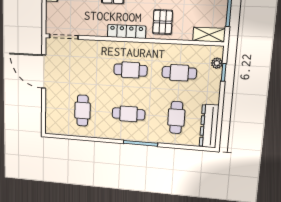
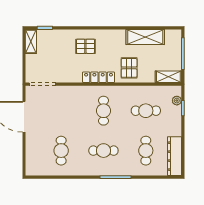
cafe table: (130, 70) -> (103, 111), turned 90

